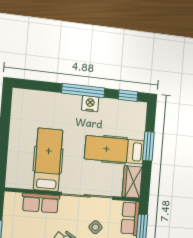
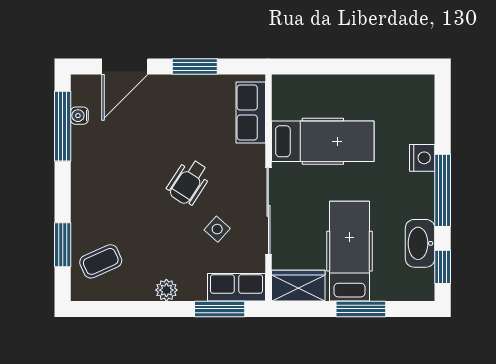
nightstand: (90, 104) -> (422, 158), moved
washbasin: (113, 107) -> (420, 243), added
row of seats: (41, 203) -> (251, 112), moved

